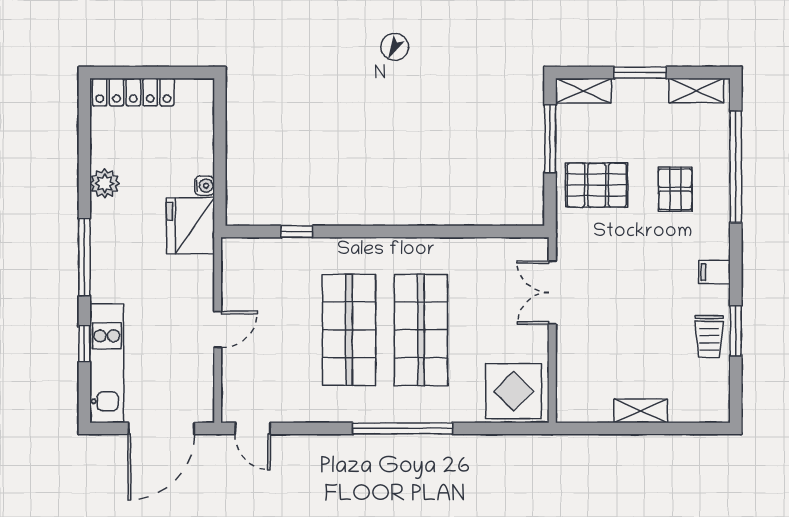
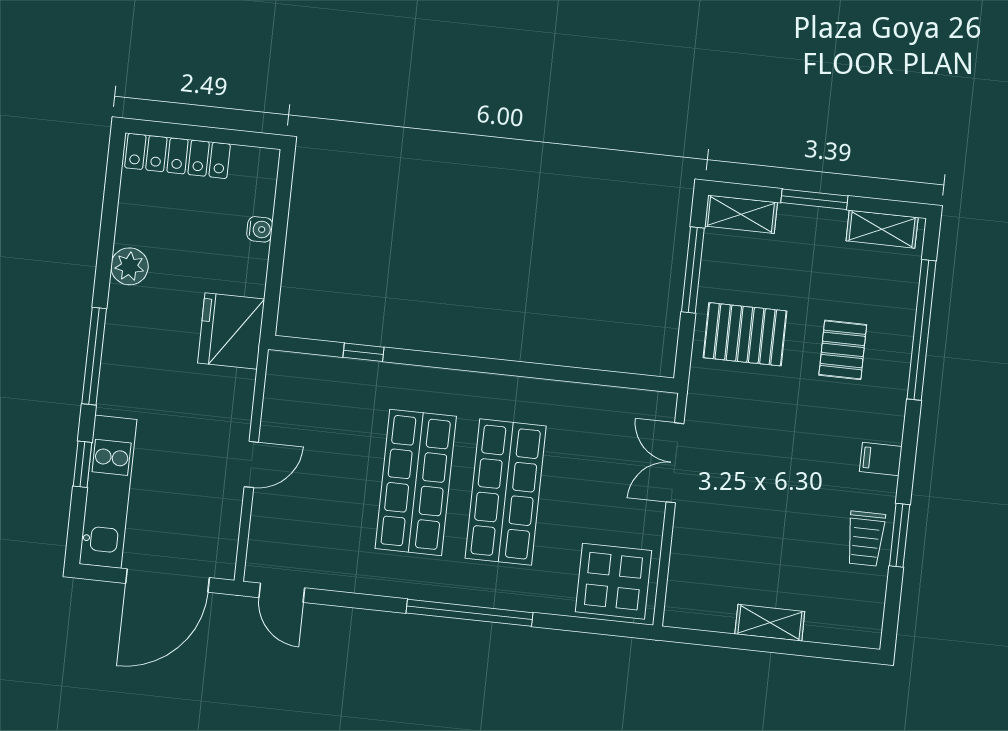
water cooler: (204, 186) -> (260, 229), moved

